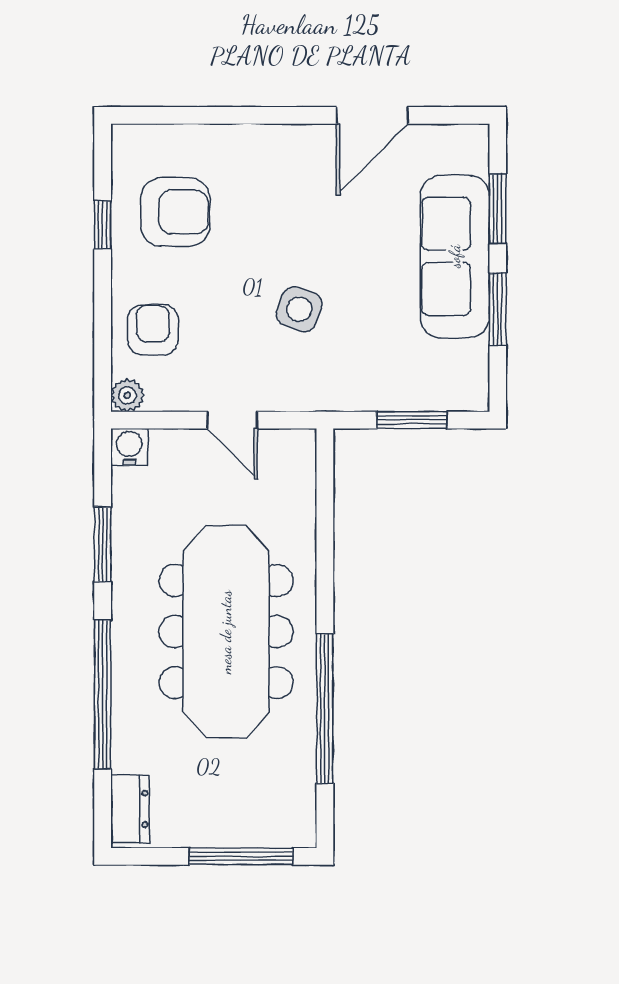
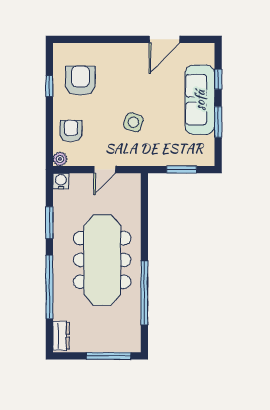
window: (498, 209) -> (218, 79), width x0.67
armchair: (175, 212) -> (80, 81), turned -89
door: (232, 420) -> (105, 170), hinge flipped

